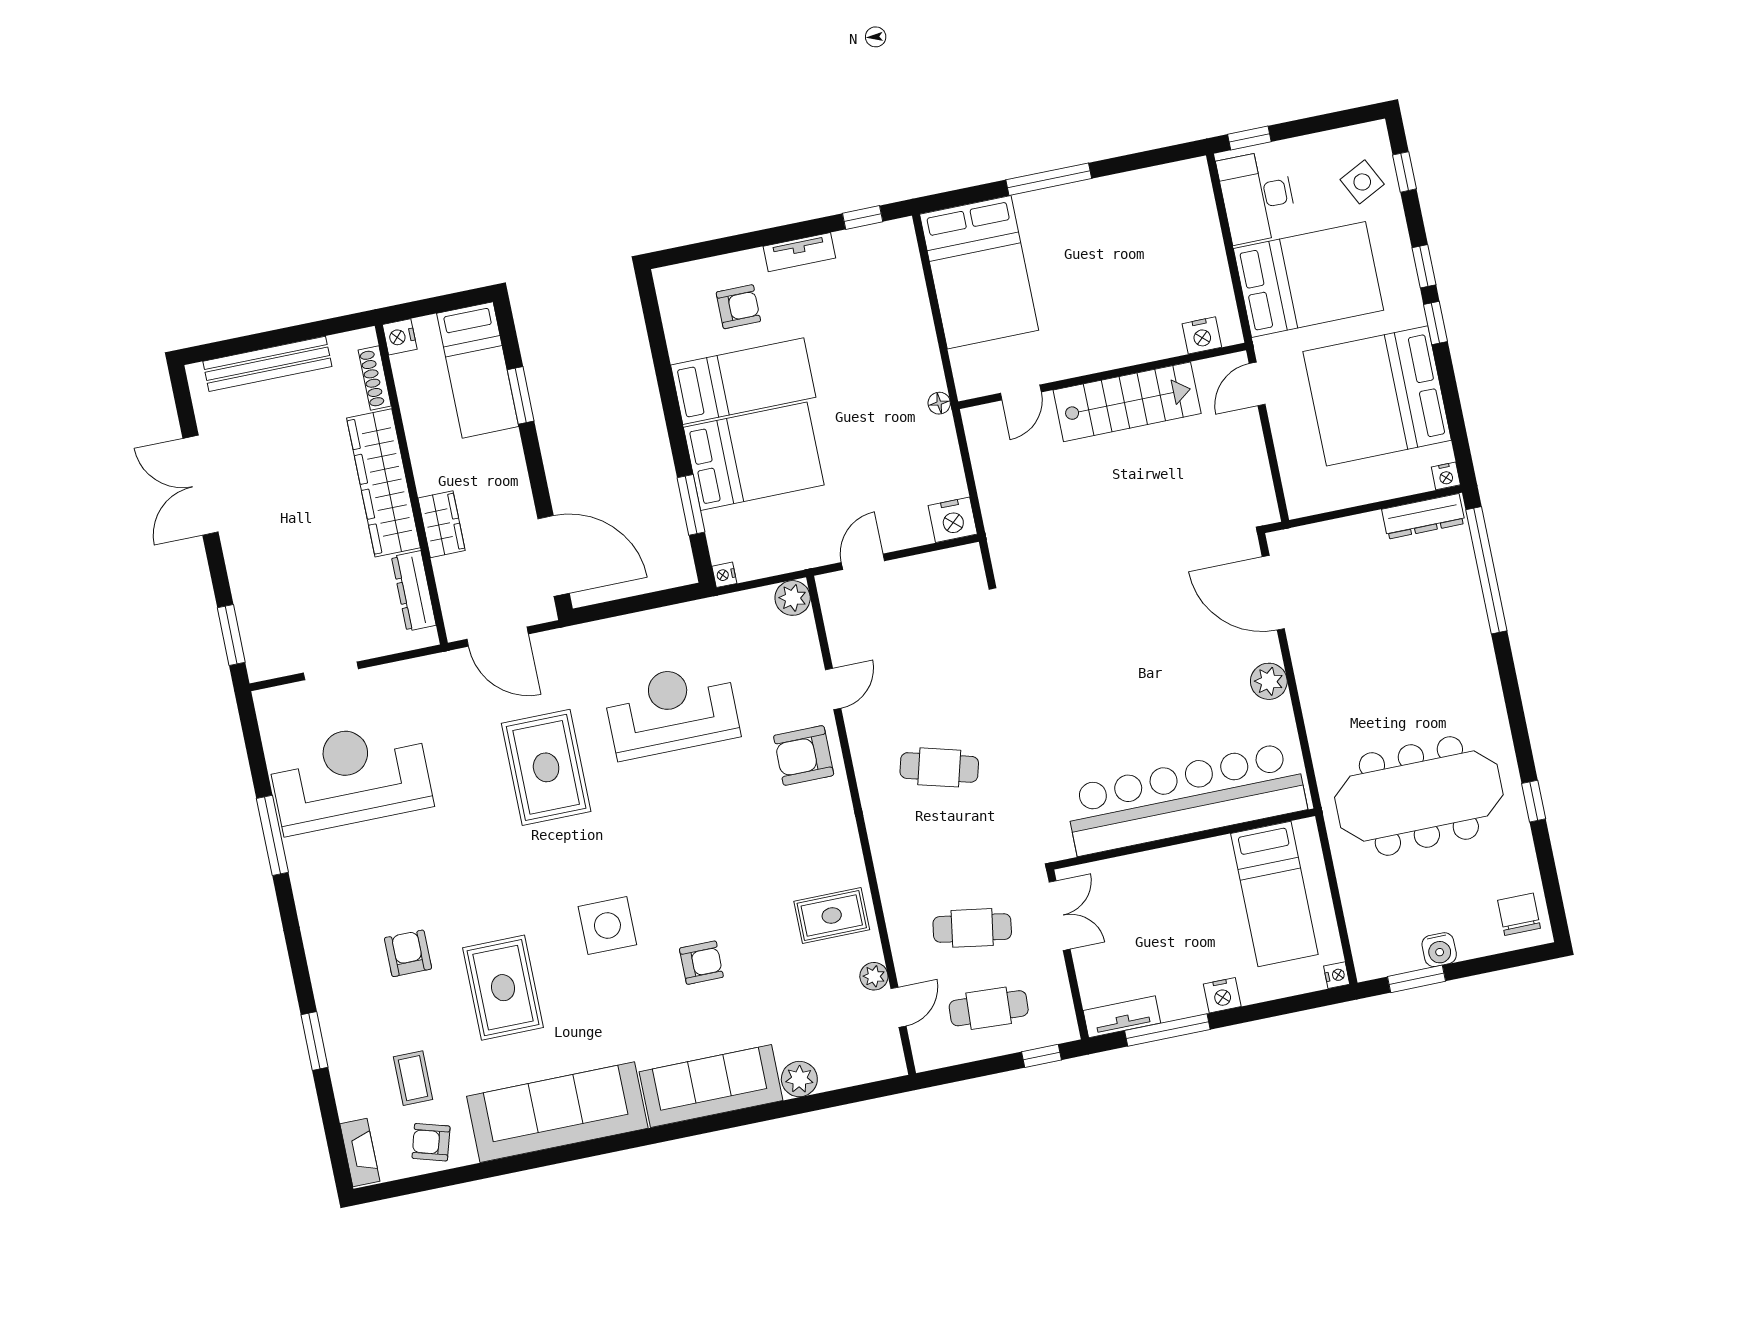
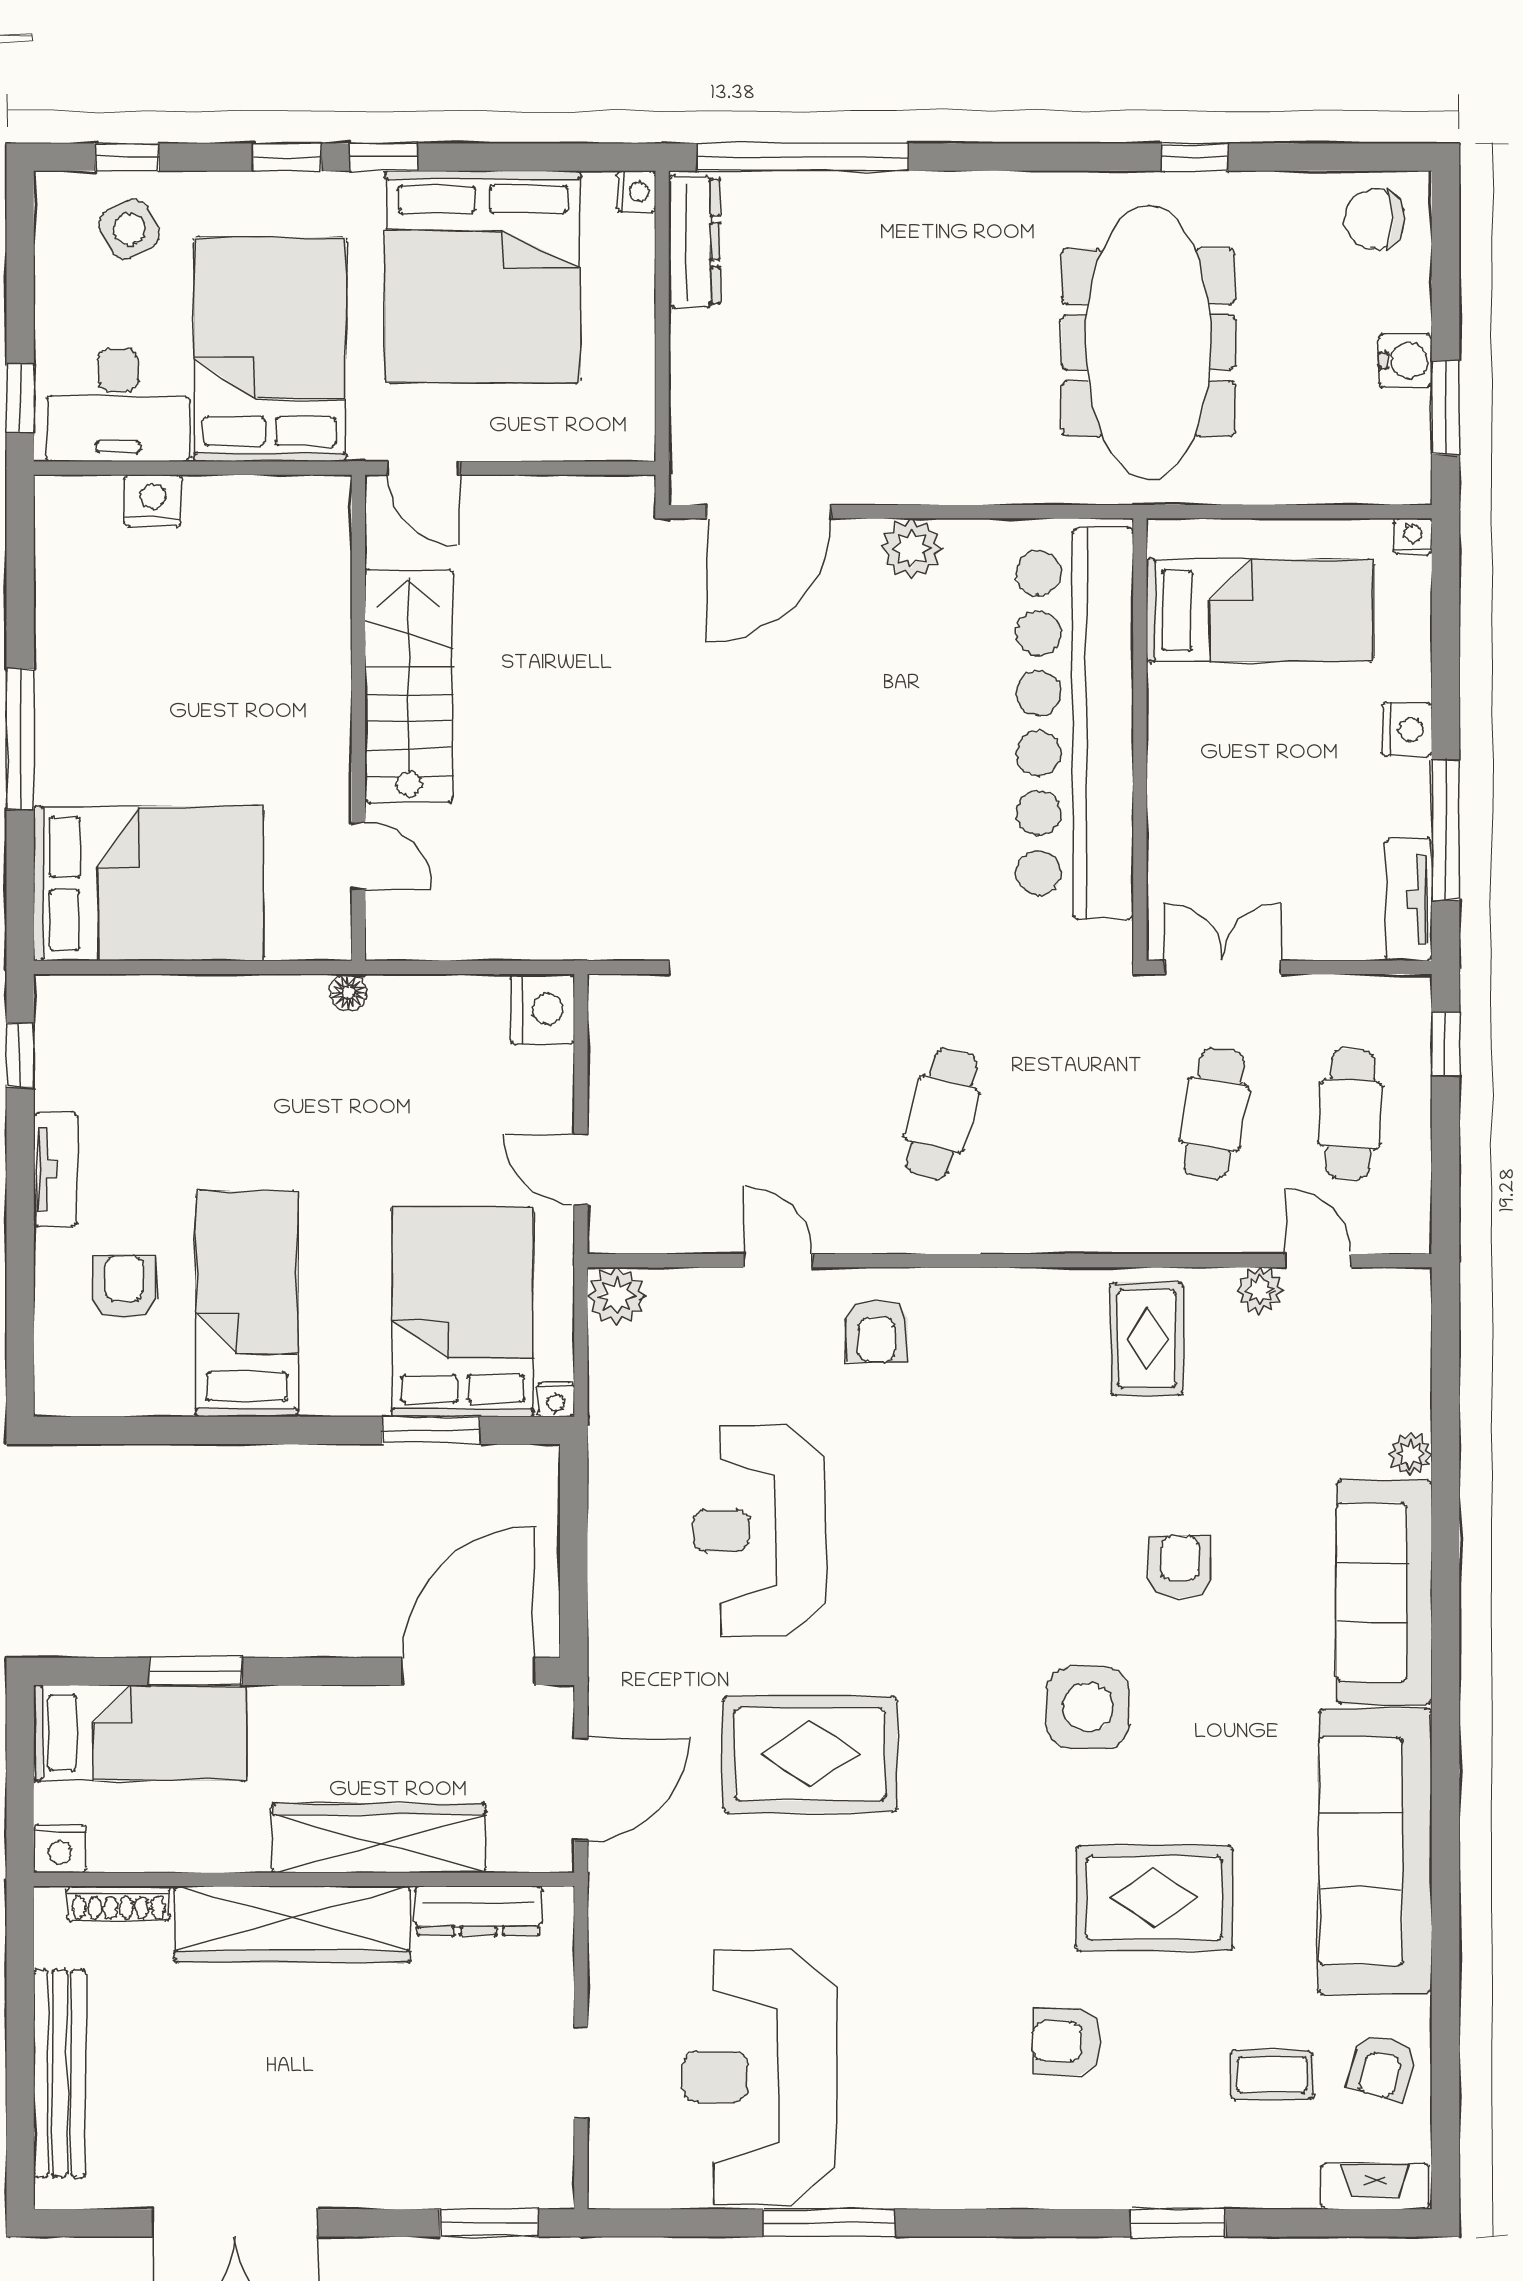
nightstand: (1202, 335) -> (153, 501), moved, turned -90
bed: (754, 456) -> (463, 1312), moved
wardrobe: (442, 524) -> (379, 1838), width x2.10, depth x1.17
armchair: (804, 755) -> (877, 1331), width x0.72, depth x0.72
plant: (799, 1079) -> (1410, 1454), width x0.73, depth x0.73

